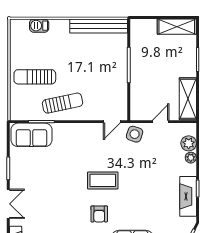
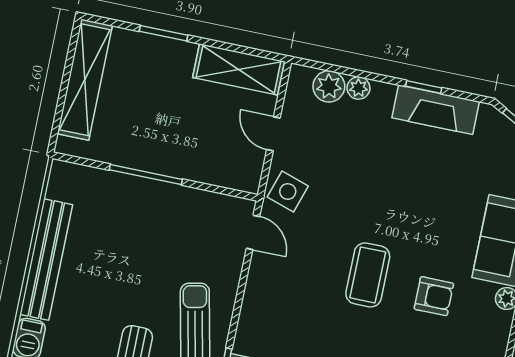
bench: (99, 26) -> (46, 260), moved
shelving: (177, 27) -> (85, 80), width x1.47

